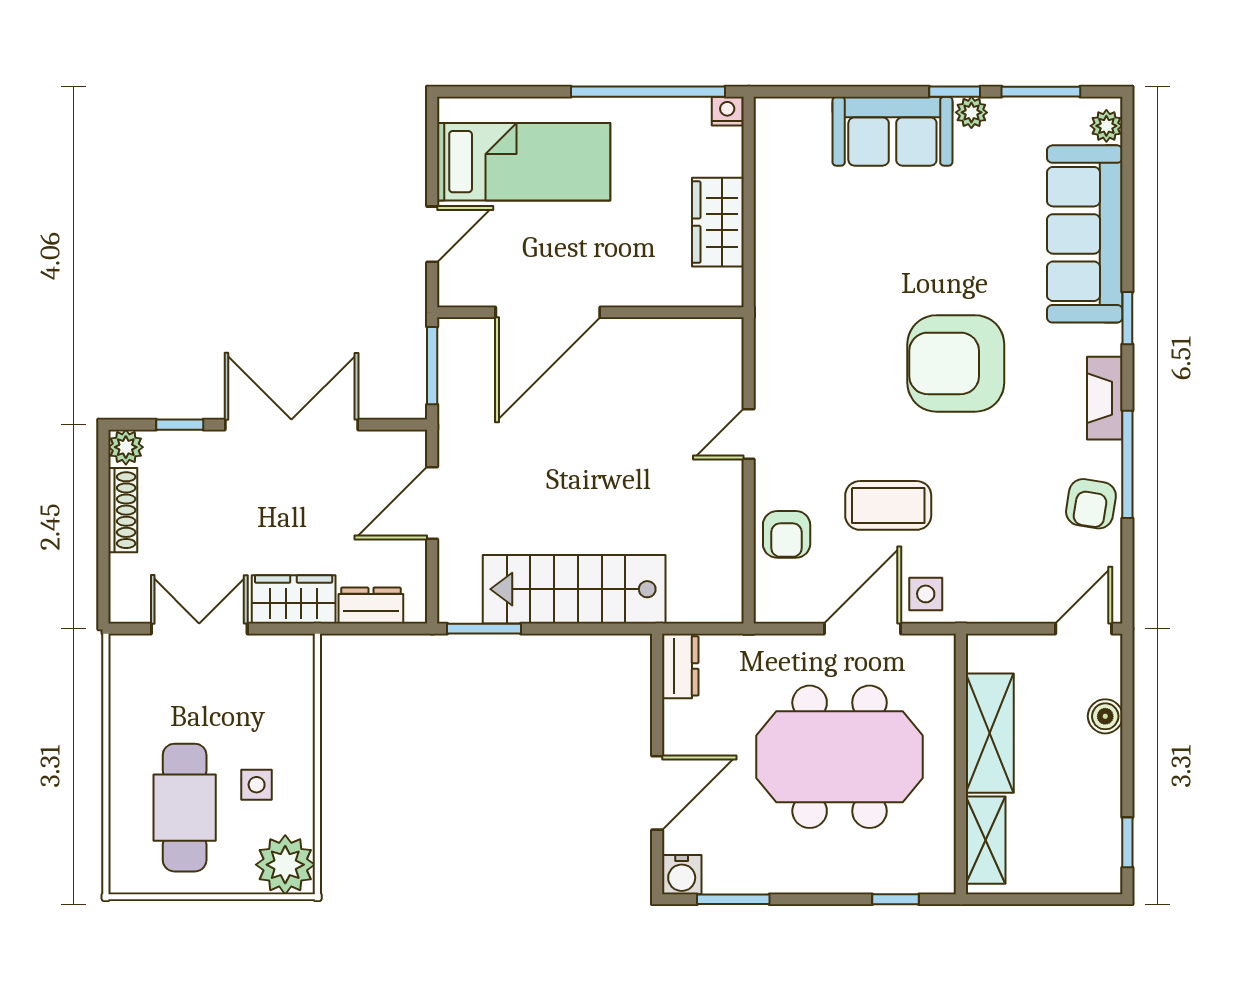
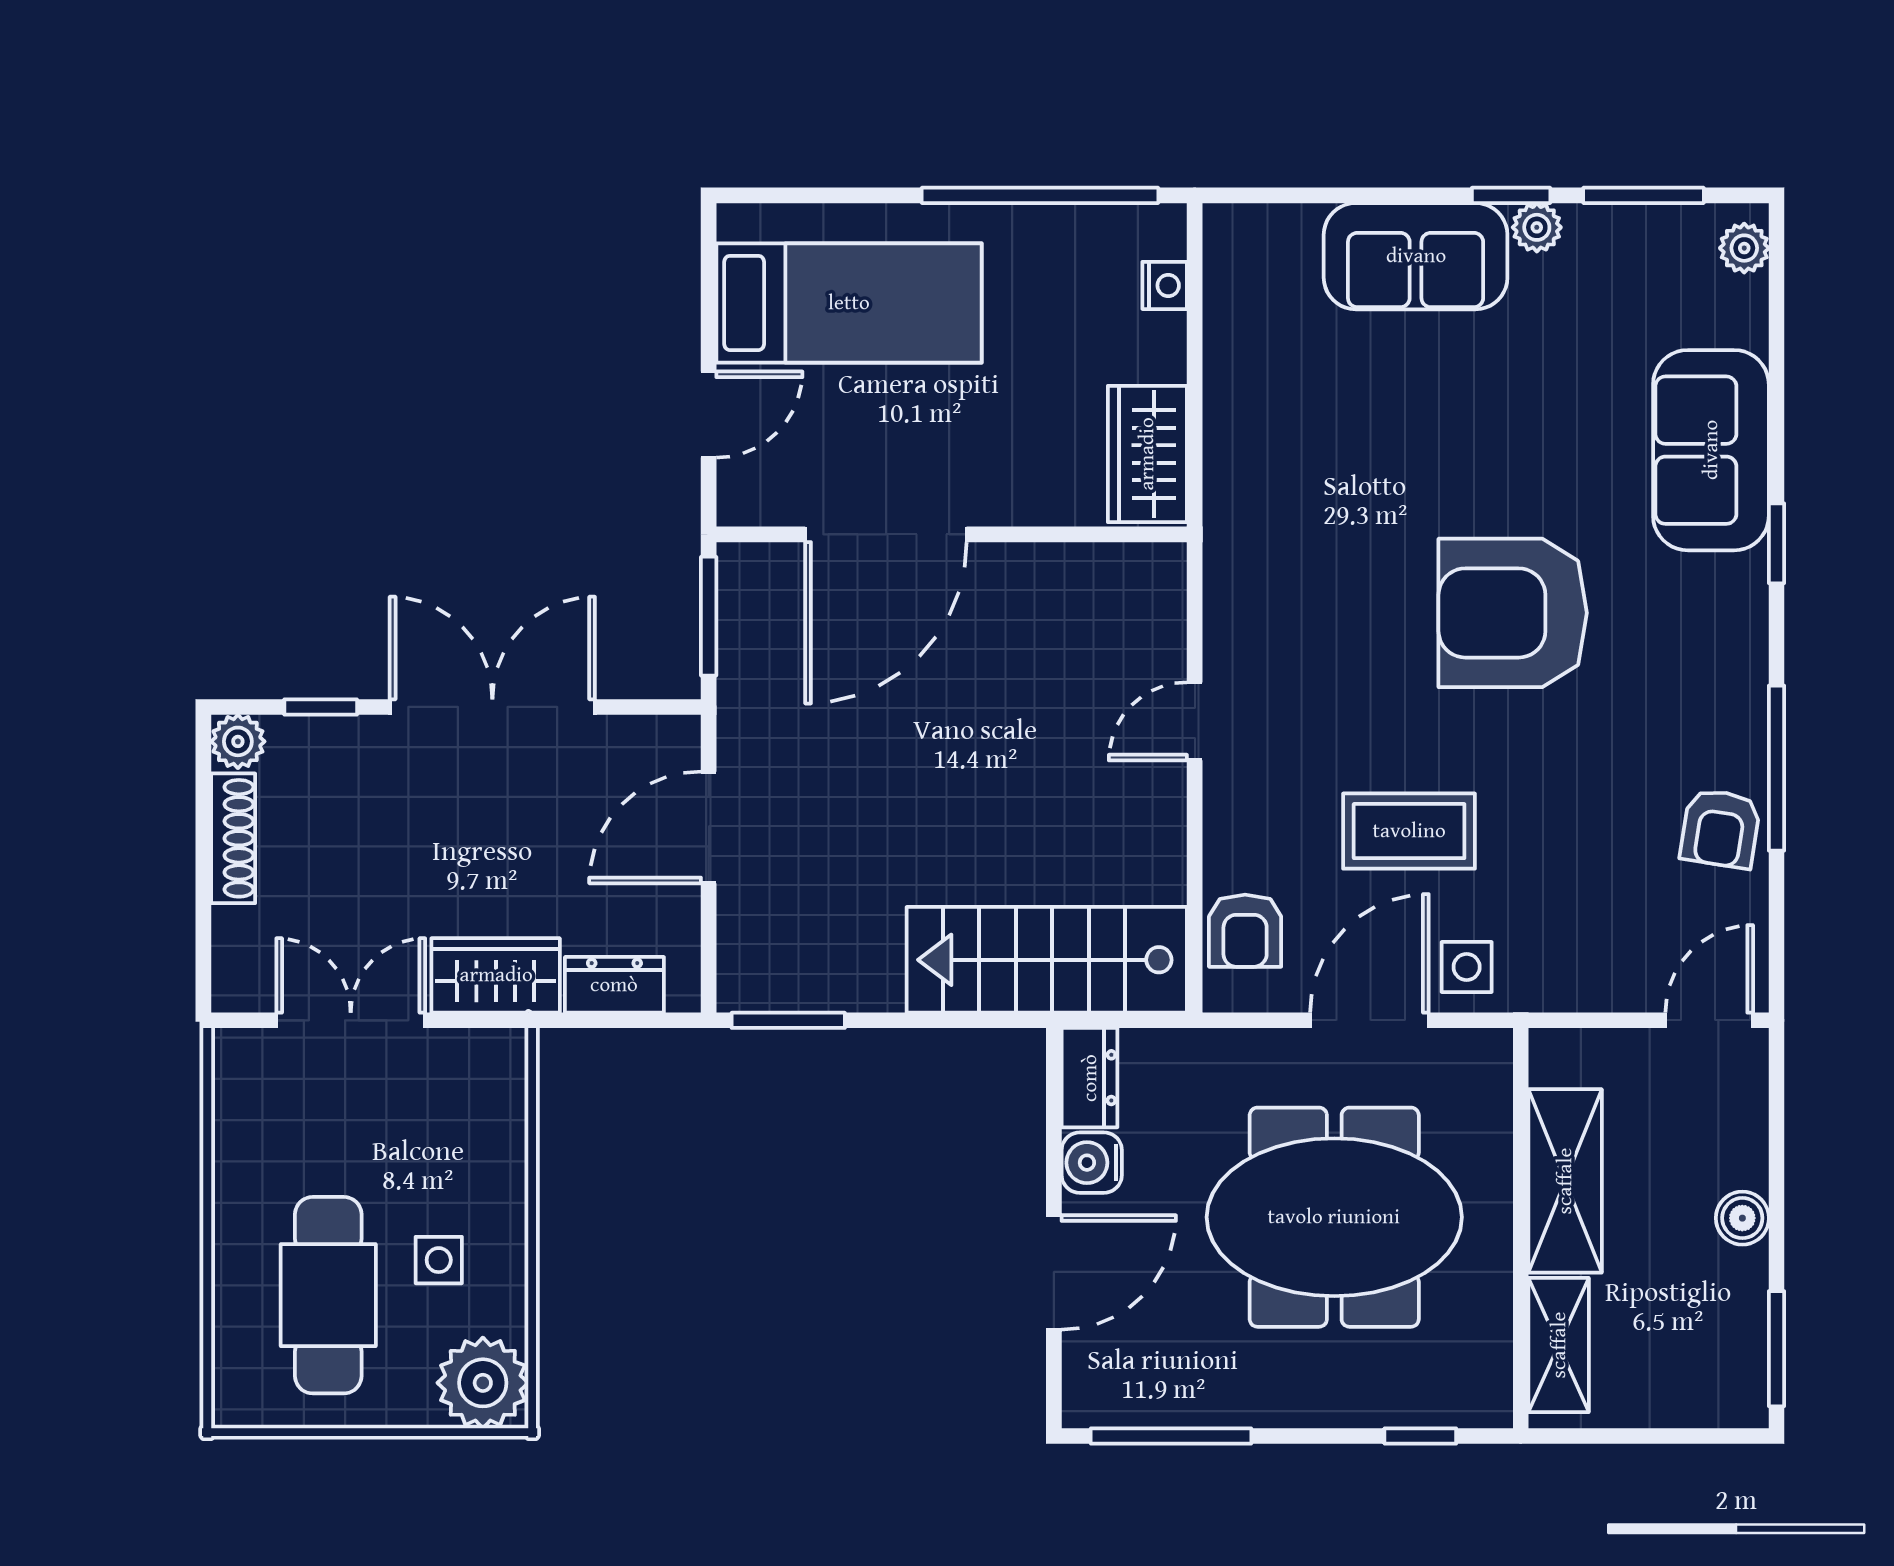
nightstand: (727, 111) -> (1165, 285), moved, turned 90
wardrobe: (718, 222) -> (1147, 454), moved
sofa: (1085, 234) -> (1711, 450), width x0.73
fireplace: (1105, 398) -> (1742, 666), removed
armchair: (787, 534) -> (1245, 931), moved
stairs: (574, 589) -> (1047, 960), moved
boiler: (1105, 716) -> (1742, 1218), moved
window: (1127, 842) -> (1777, 1349), width x1.50
water cooler: (682, 875) -> (1092, 1163), moved, turned 90
window: (733, 899) -> (1171, 1436), width x1.44

